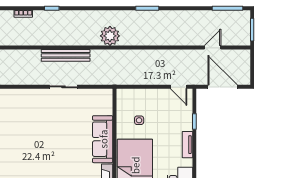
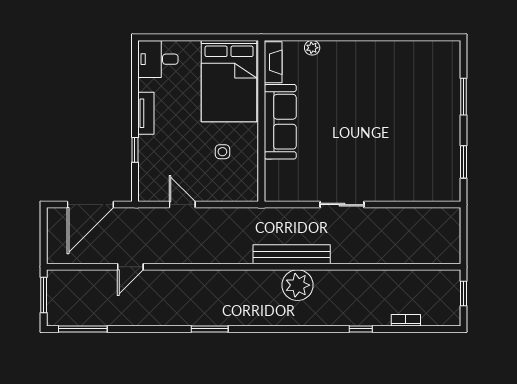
plant: (110, 36) -> (298, 285), moved
door: (213, 48) -> (130, 267), moved
bench: (66, 55) -> (292, 254), moved
door: (179, 87) -> (182, 205), moved
door: (223, 87) -> (90, 205), hinge flipped

